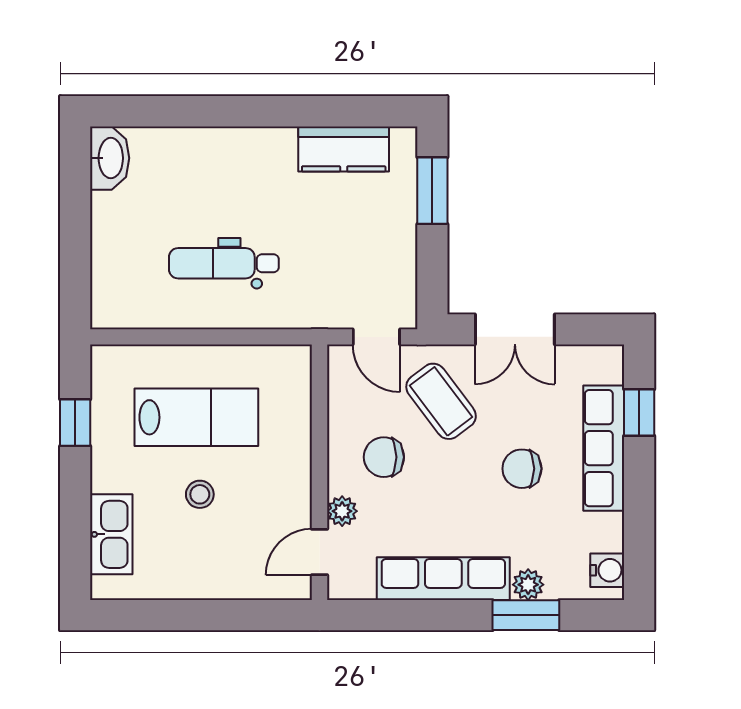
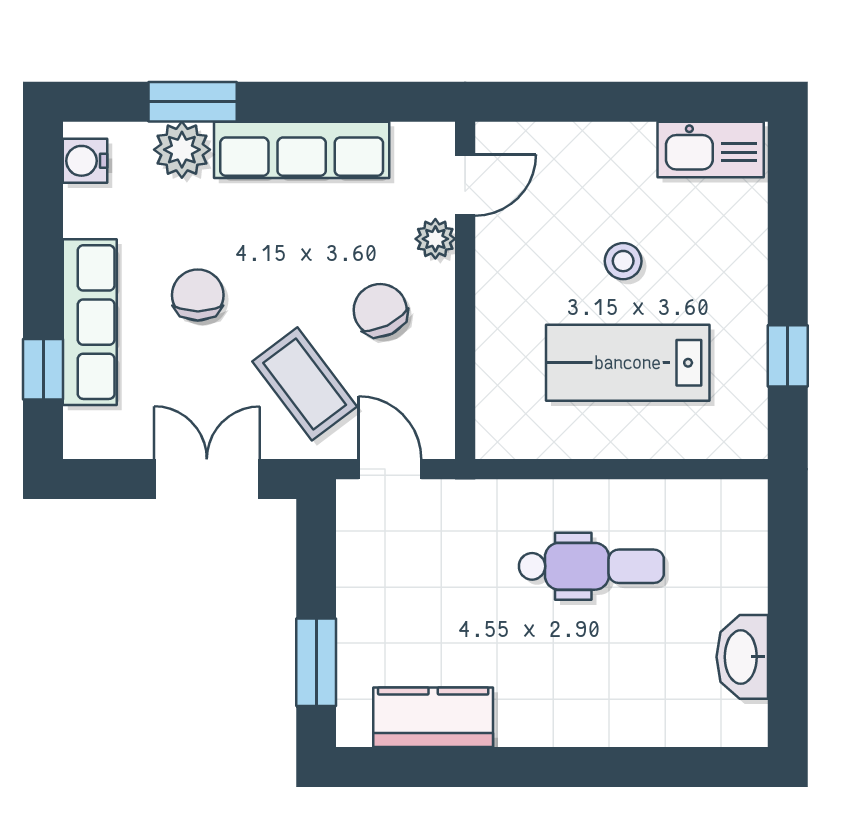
washbasin: (110, 158) -> (742, 657), moved
chair: (384, 457) -> (380, 310), turned -116
chair: (522, 469) -> (198, 295), turned -90
kitchen sink: (111, 534) -> (711, 149), moved, turned -90
plant: (528, 585) -> (182, 150), width x1.38, depth x1.38

